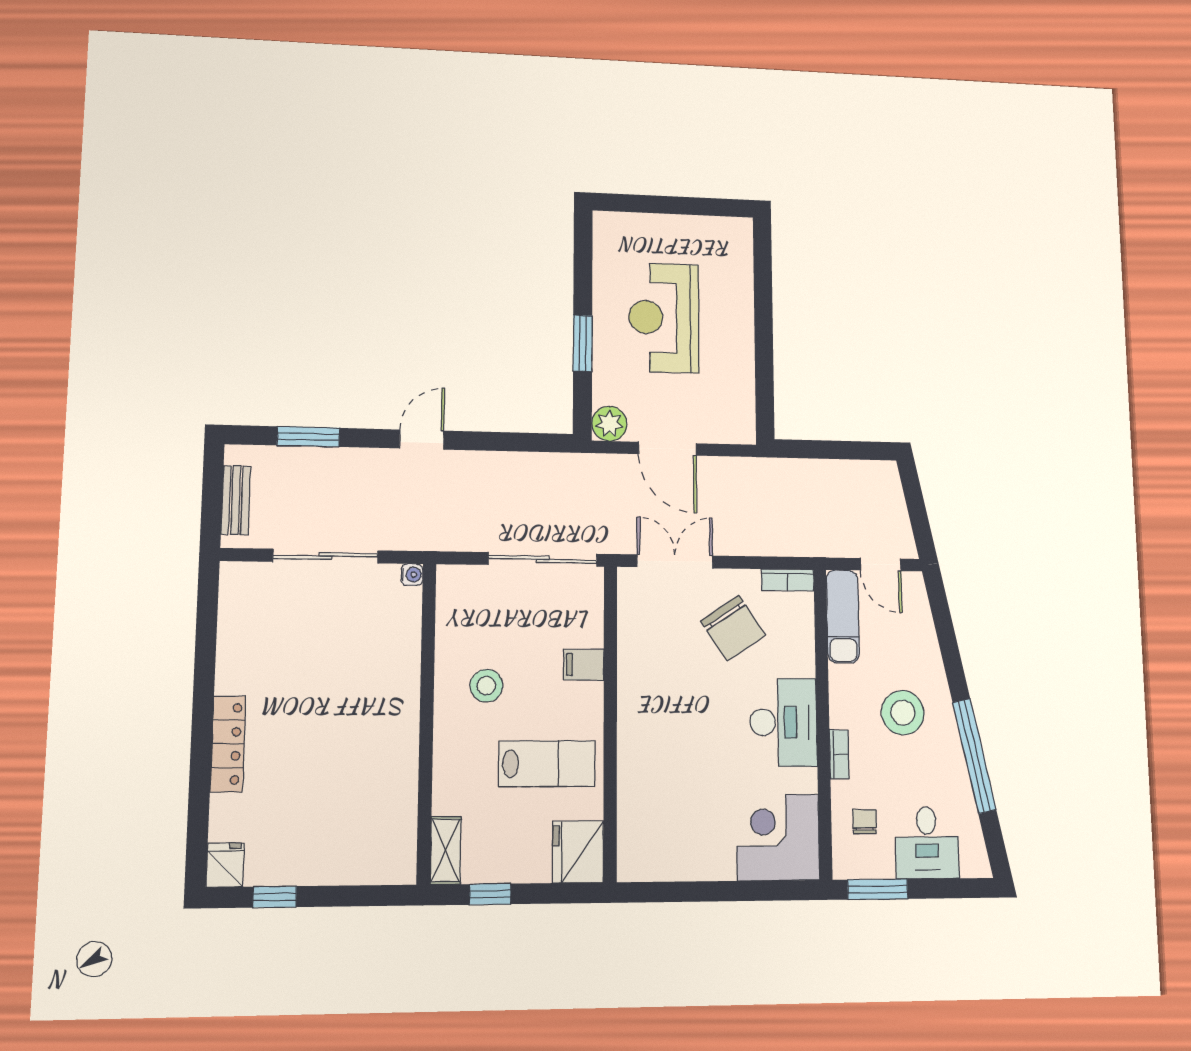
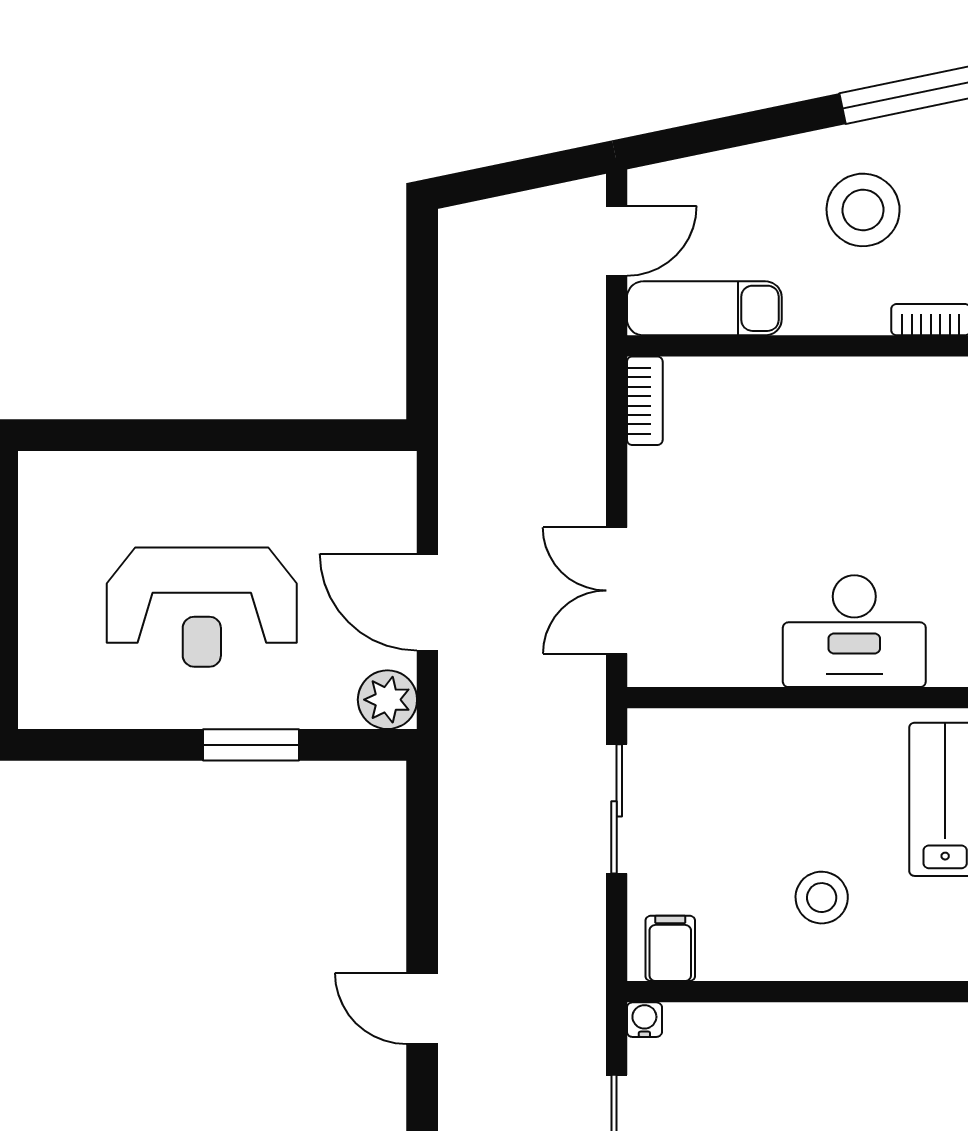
door: (667, 449) -> (427, 602), swing flipped
sliding door: (543, 559) -> (617, 809), width x0.73
chair: (733, 628) -> (725, 494), removed
filing cabinet: (584, 665) -> (670, 948), moved, turned 180
desk: (783, 722) -> (854, 631), moved, turned 180

